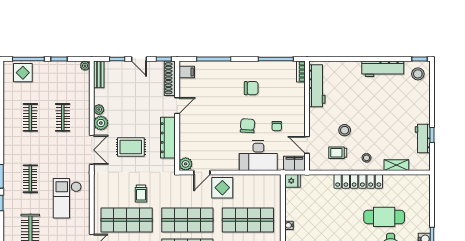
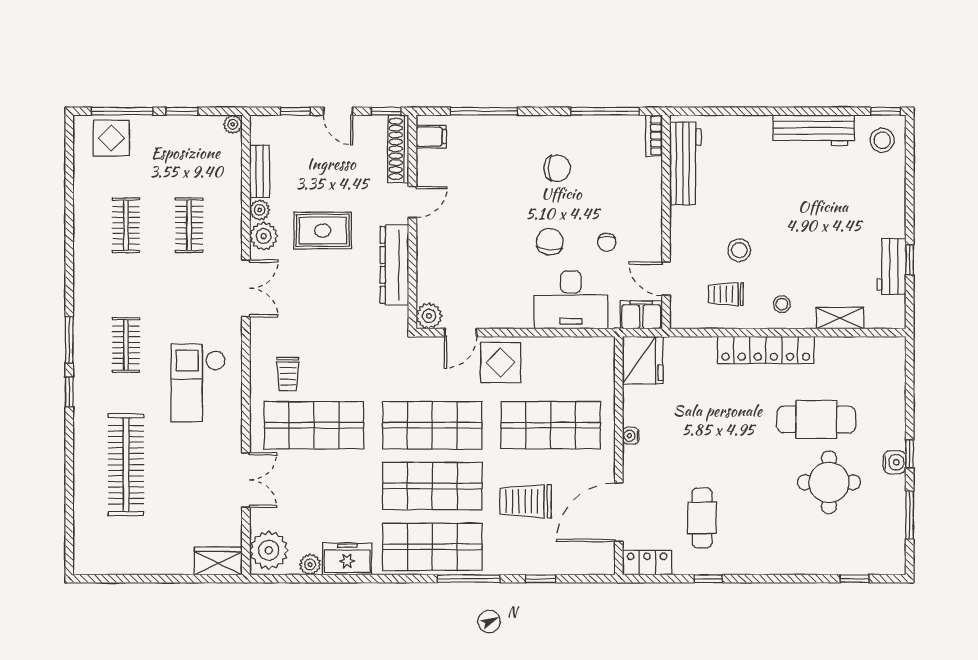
bench: (99, 74) -> (260, 171), moved
rug: (131, 147) -> (323, 230), moved
fridge: (293, 181) -> (643, 360), width x1.88, depth x1.34
trolley: (141, 194) -> (288, 374), moved

